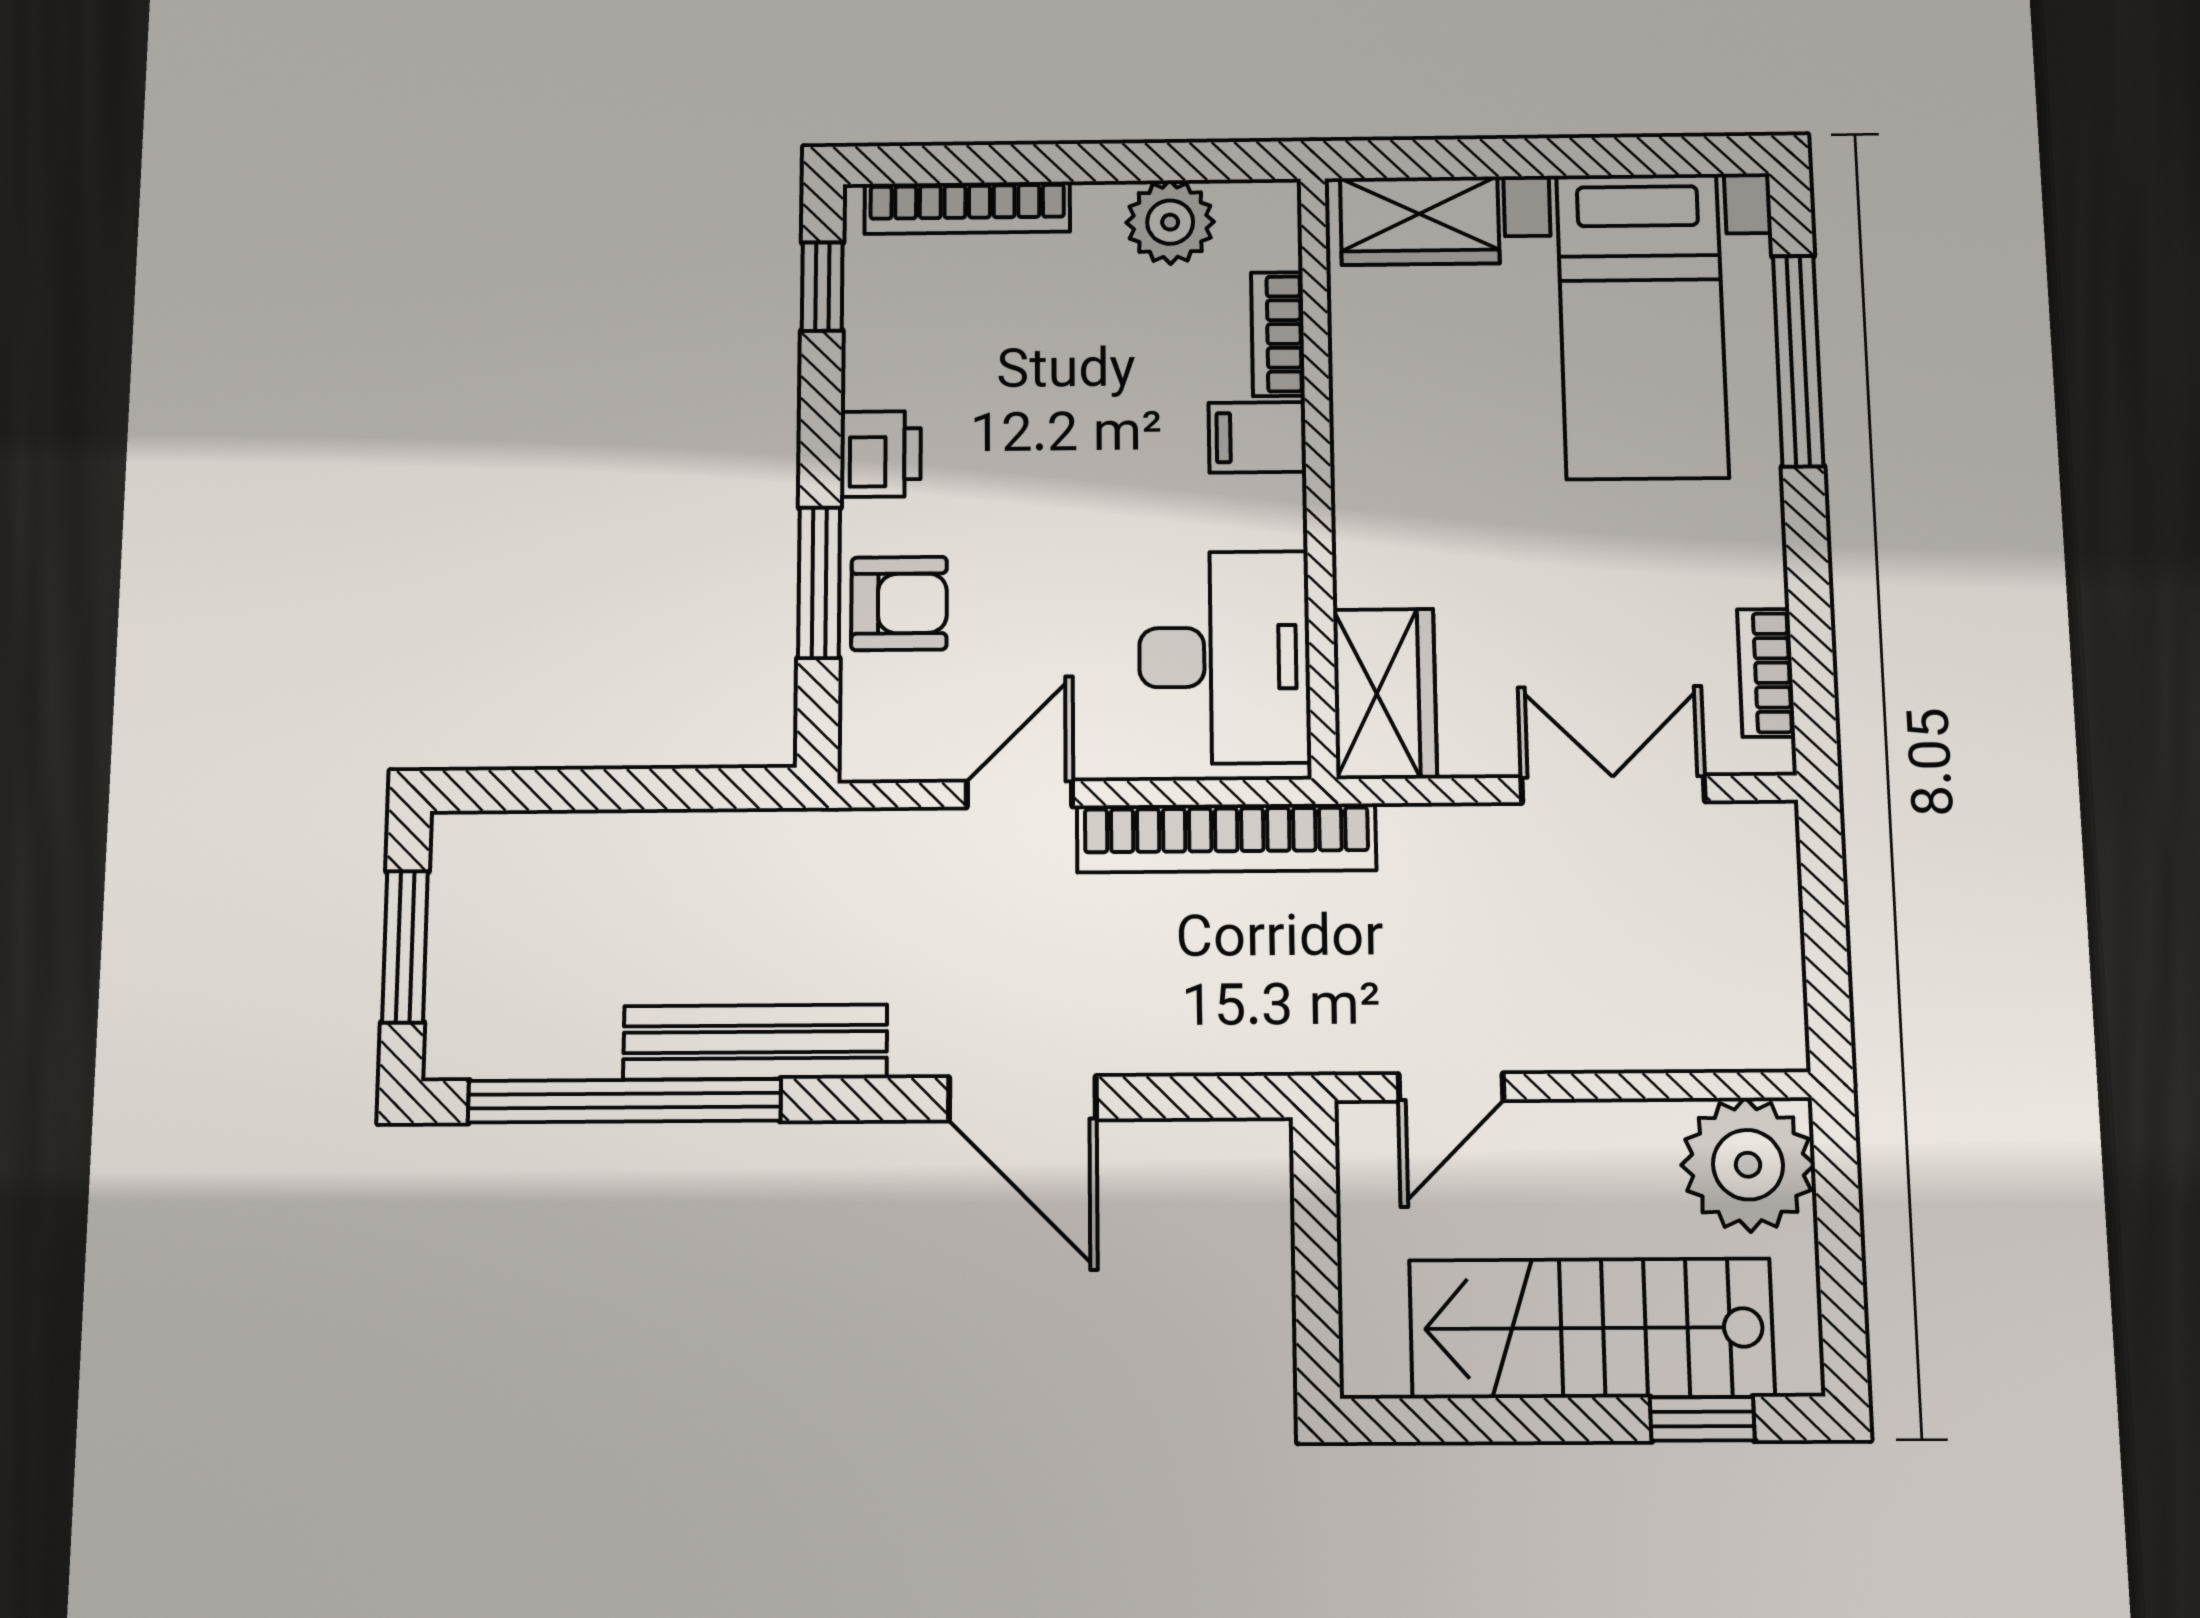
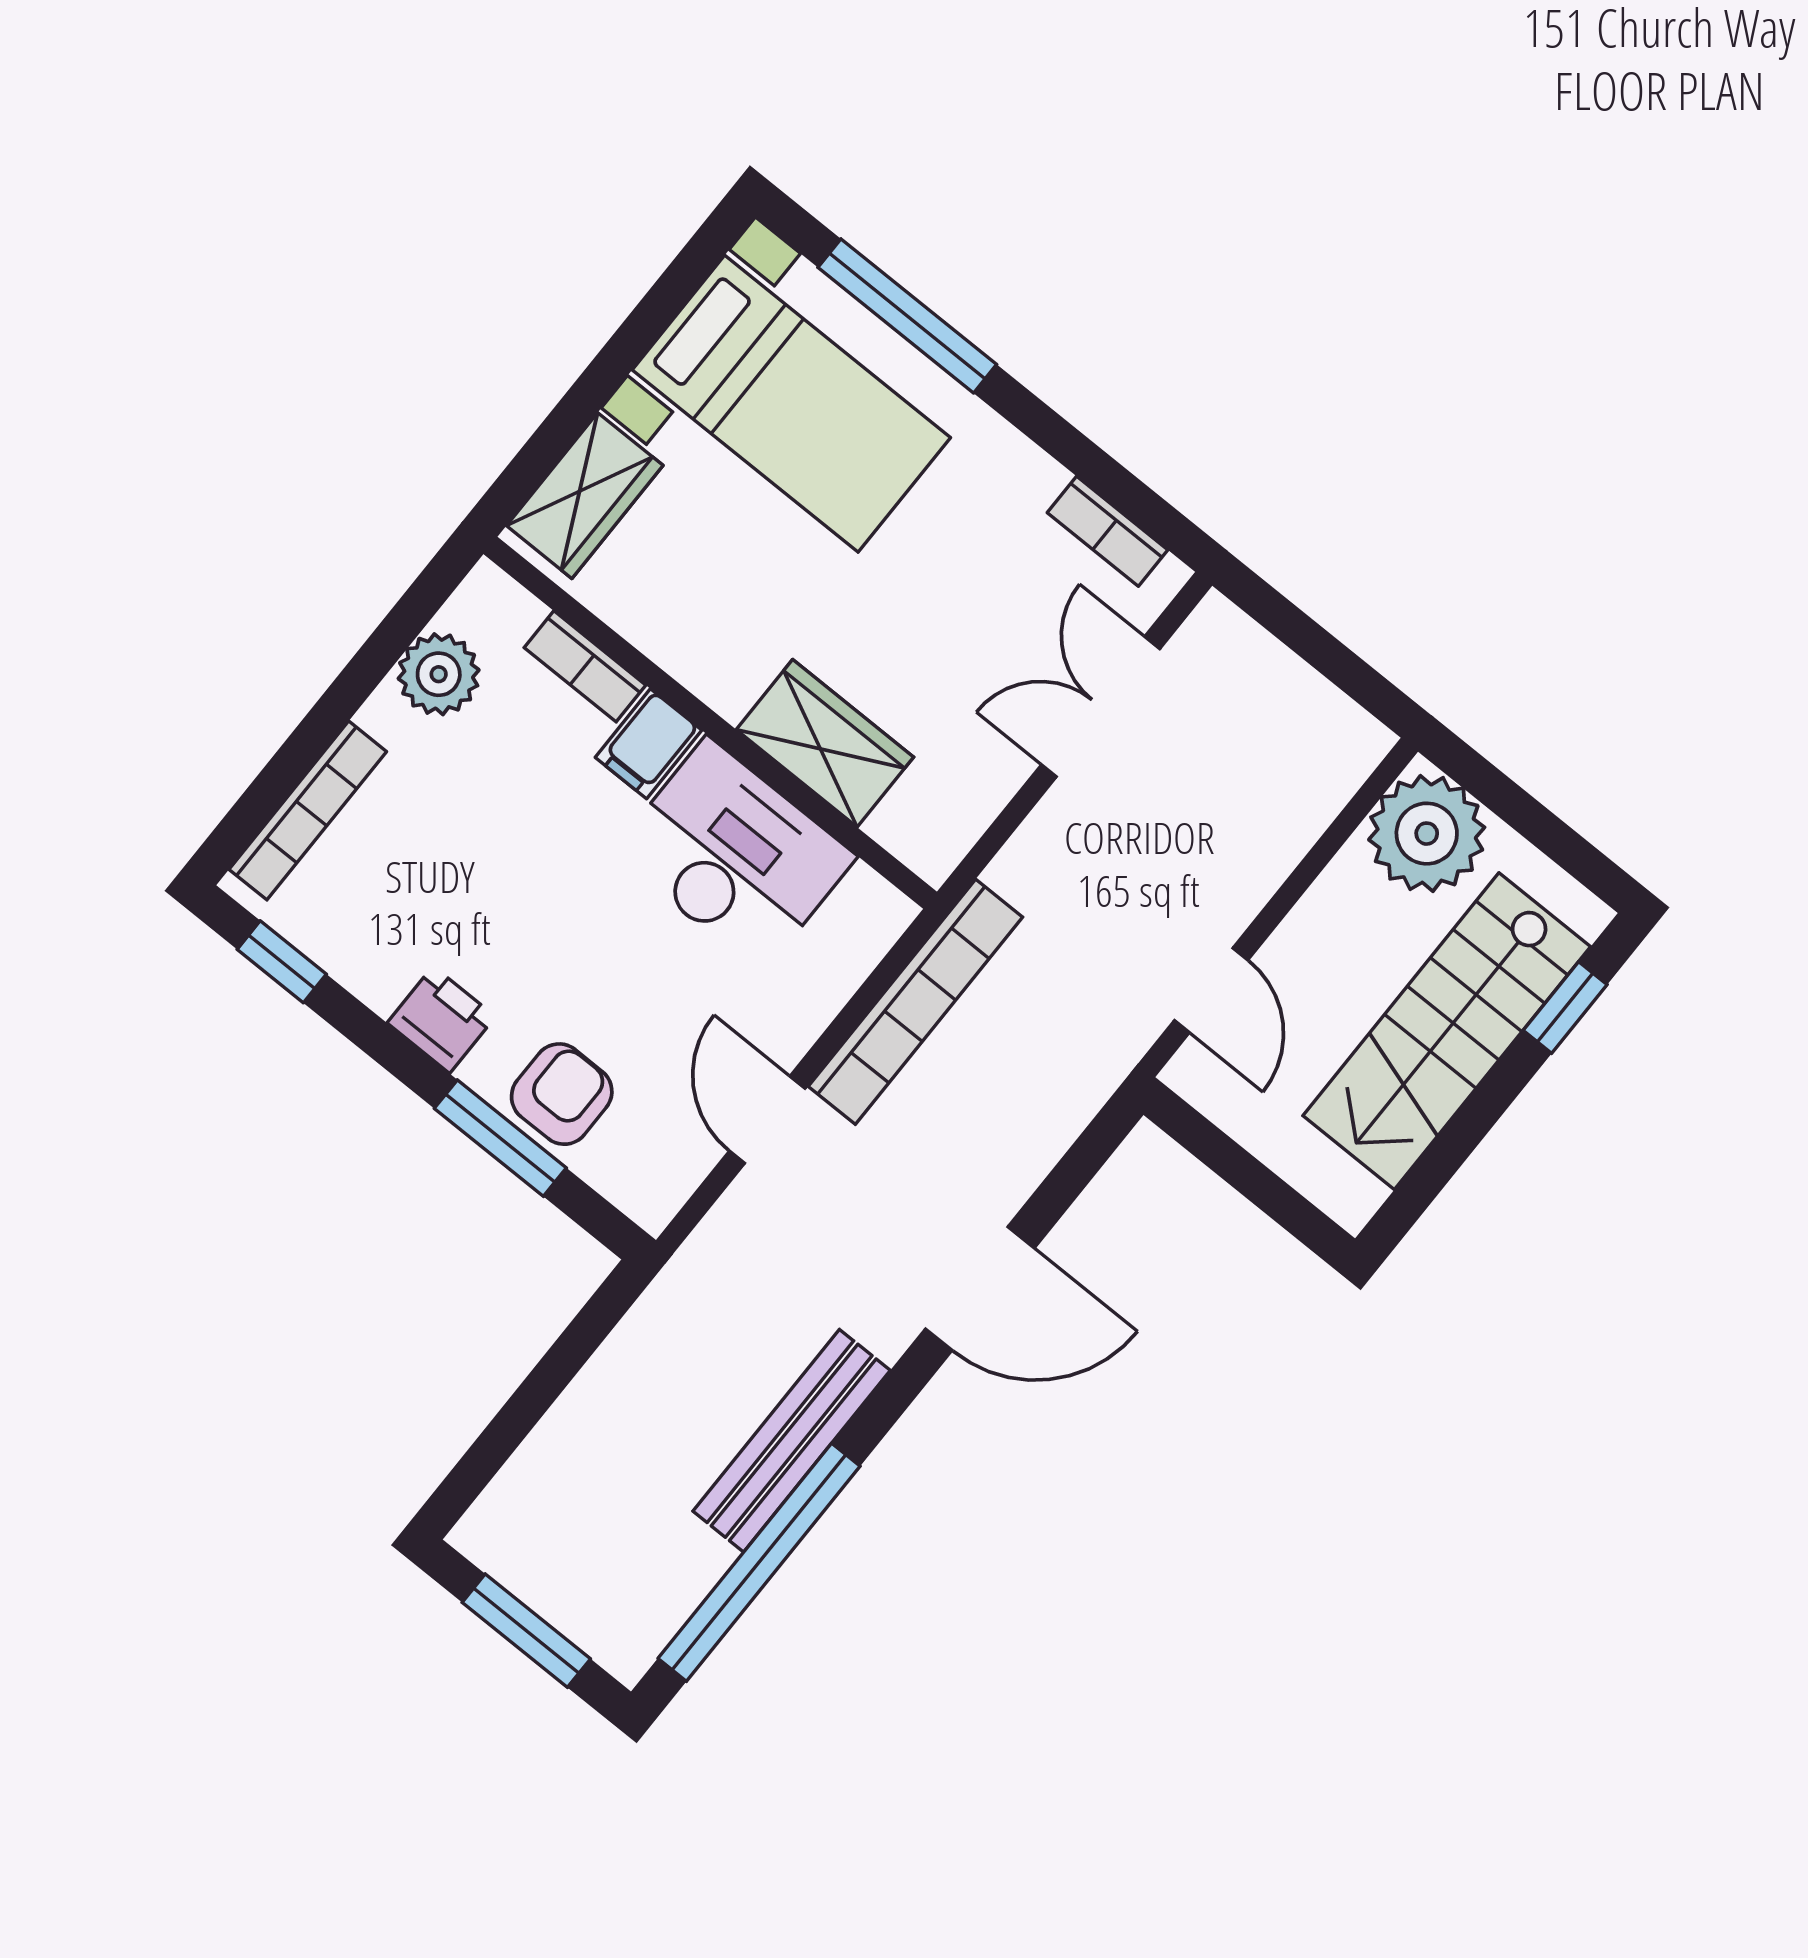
desk: (1225, 657) -> (734, 855), moved
wardrobe: (1385, 694) -> (825, 743), moved

